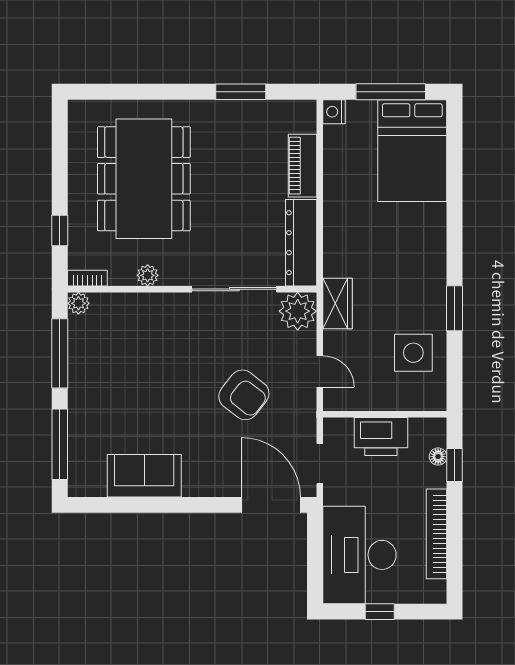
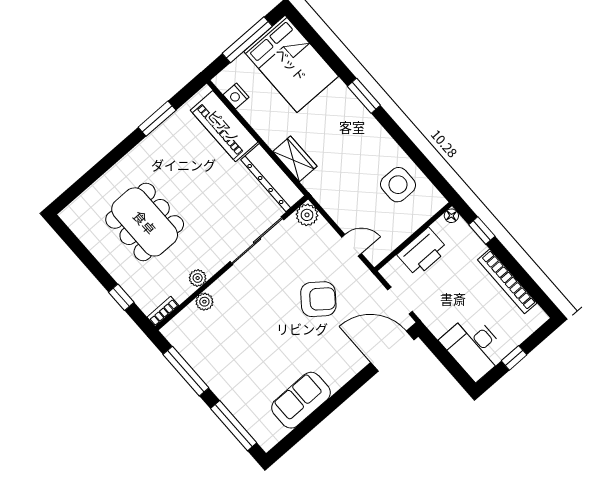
nightstand: (334, 112) -> (236, 96), moved
piano: (302, 166) -> (224, 126), width x1.37, depth x1.33
dining table: (144, 179) -> (145, 222), width x0.73, depth x0.80
plant: (78, 303) -> (204, 302), moved
wardrobe: (338, 304) -> (295, 159), moved
window: (455, 308) -> (364, 96), moved
plant: (298, 311) -> (307, 215), width x0.73, depth x0.73
floor lamp: (438, 457) -> (451, 216), moved
desk: (359, 555) -> (474, 347), width x0.73, depth x0.77

